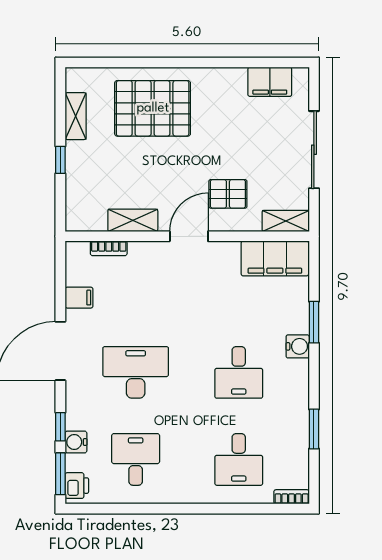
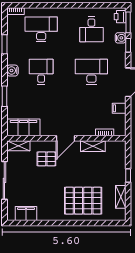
water cooler: (298, 346) -> (12, 71), moved
desk: (136, 372) -> (91, 72), turned 180
desk: (239, 459) -> (41, 29), width x1.37

